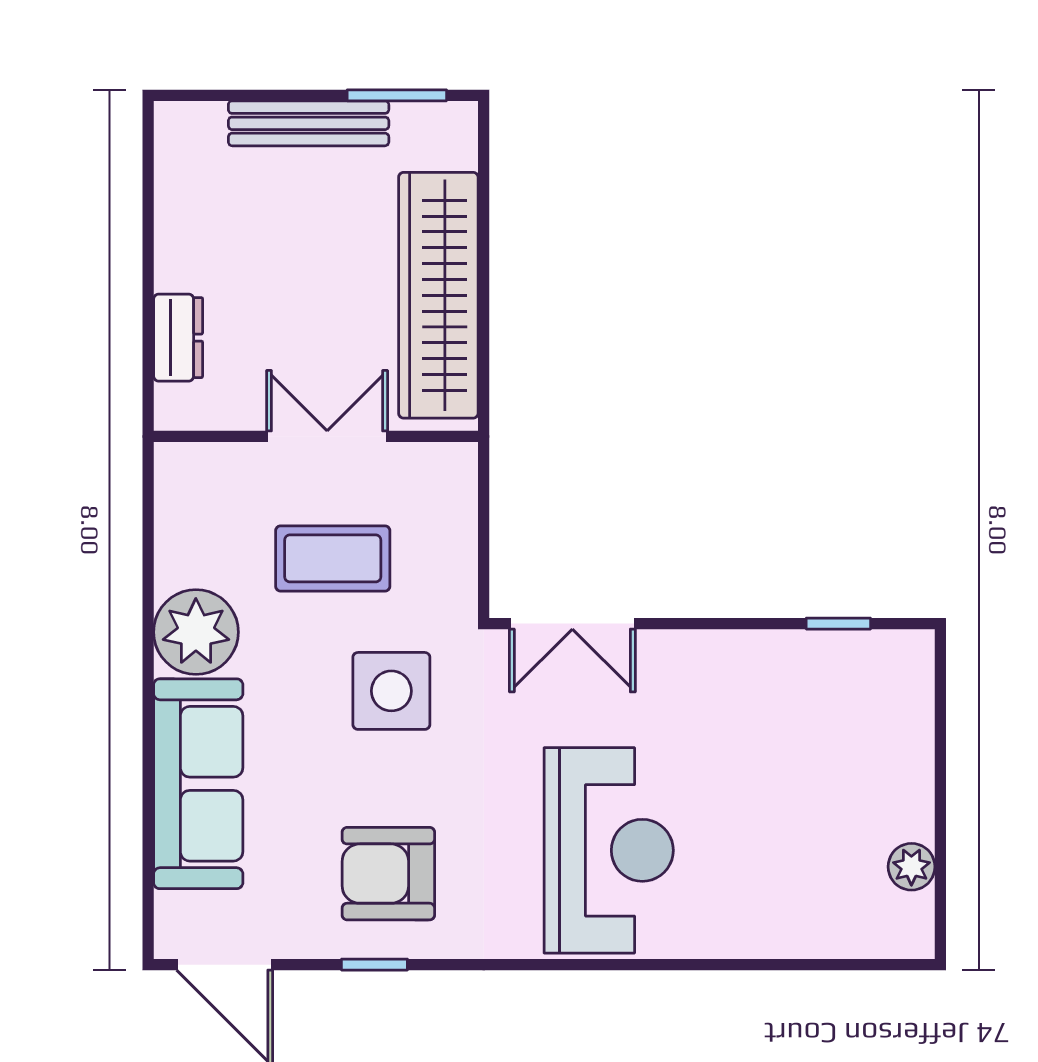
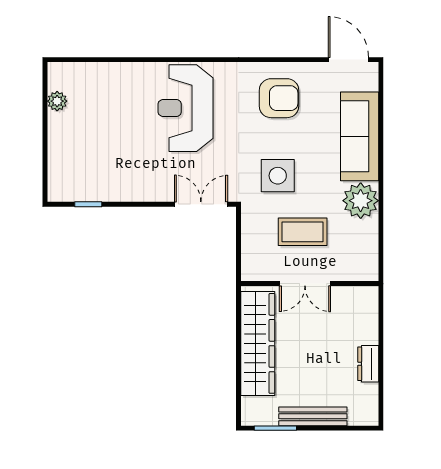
dresser: (178, 338) -> (368, 364), moved
window: (374, 965) -> (285, 60), removed

